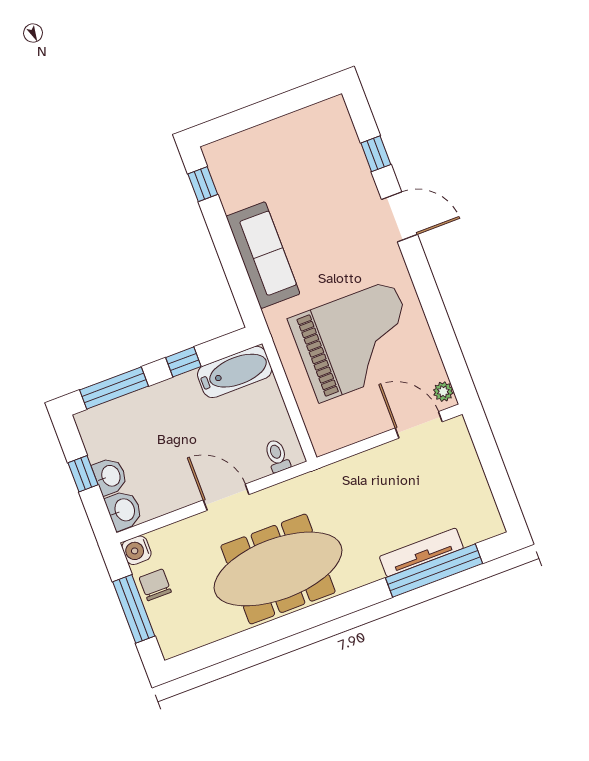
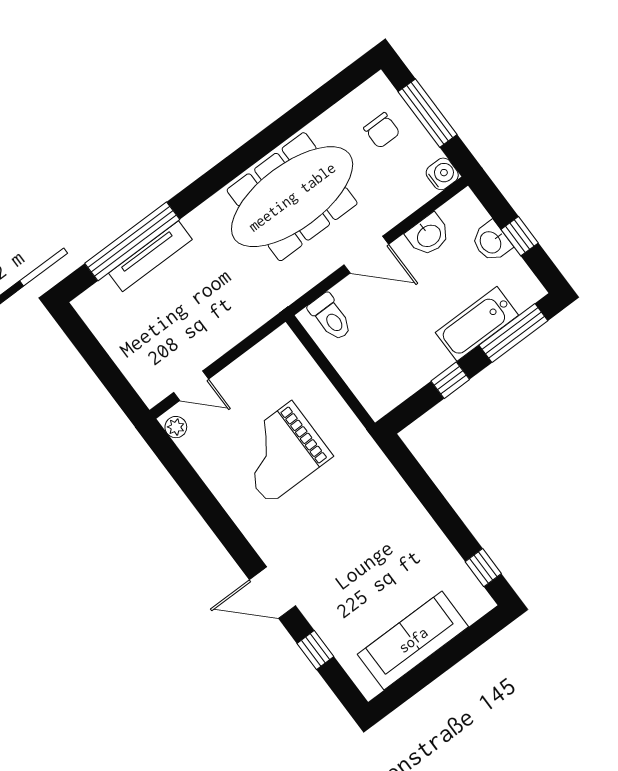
sofa: (263, 255) -> (413, 640), moved, turned 90
grand piano: (356, 341) -> (280, 453), width x0.73, depth x0.68
bathtub: (235, 372) -> (477, 324), moved
door: (419, 425) -> (191, 386), width x0.73
toilet: (277, 456) -> (330, 317), width x1.37, depth x1.39
washbasin: (124, 510) -> (428, 235), moved, turned -90
chair: (155, 585) -> (382, 130), moved

